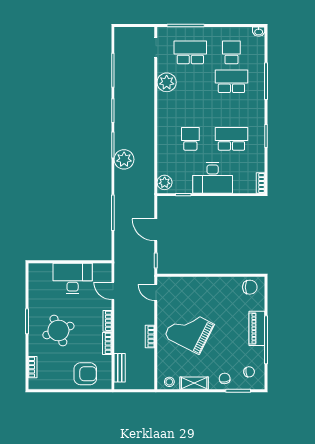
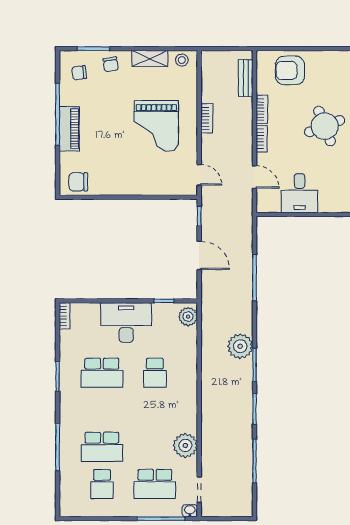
washbasin: (259, 32) -> (190, 511), moved
desk: (73, 278) -> (300, 193), width x0.73
grand piano: (189, 331) -> (156, 126), turned 63

